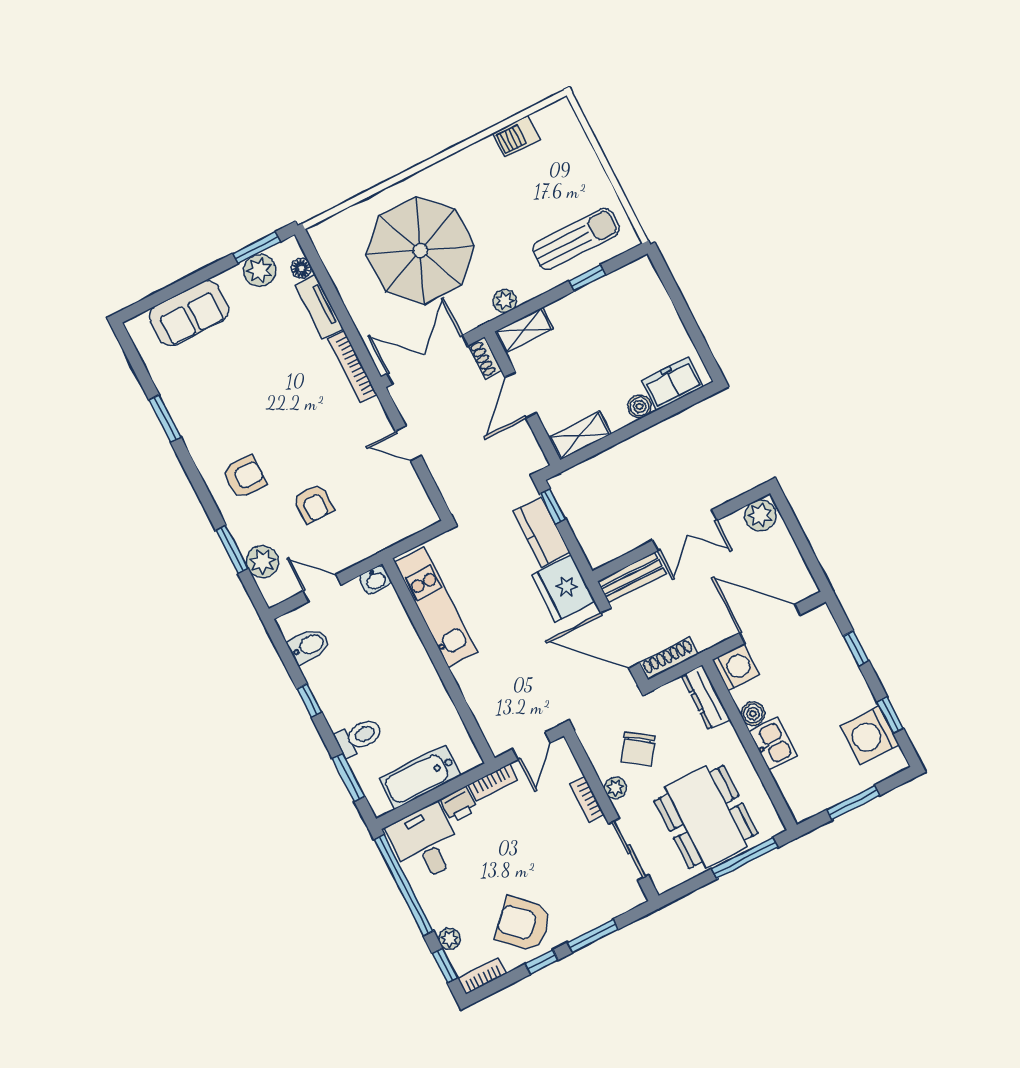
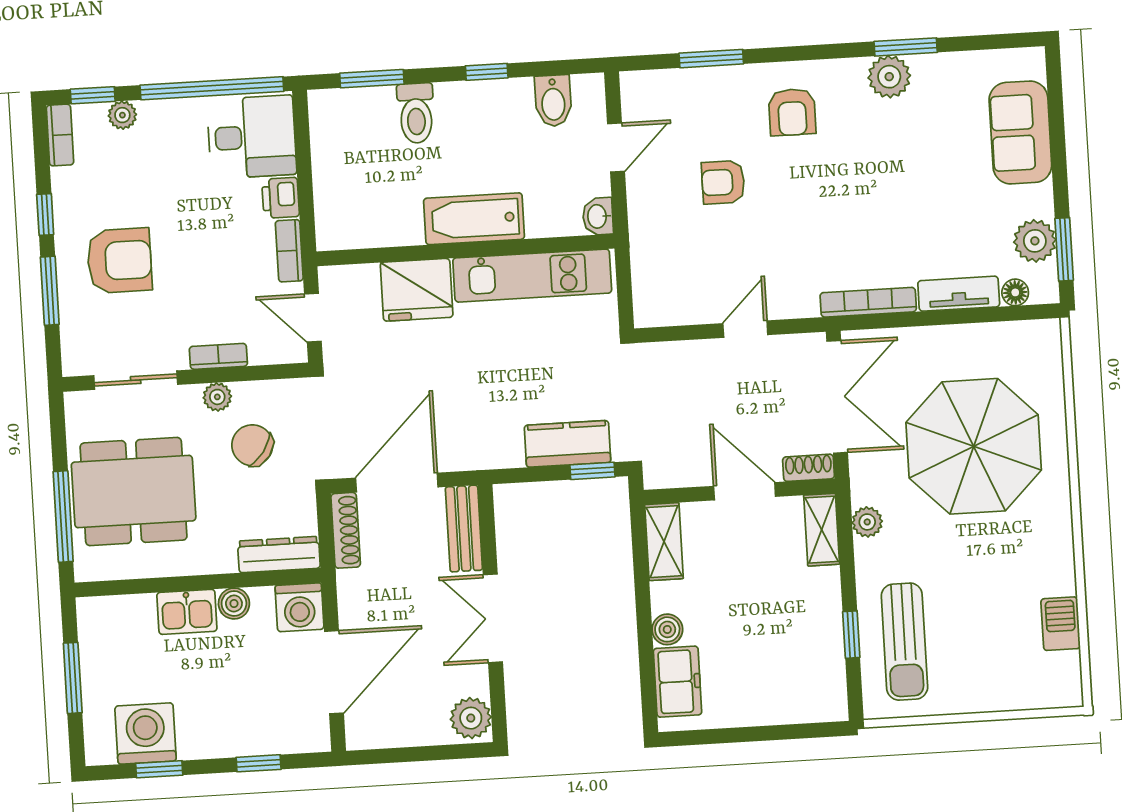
plant: (262, 562) -> (889, 77), moved
fridge: (563, 588) -> (417, 290), moved, turned 180
bathtub: (420, 777) -> (474, 219), moved, turned -90
armchair: (523, 924) -> (119, 261), moved, turned 46

